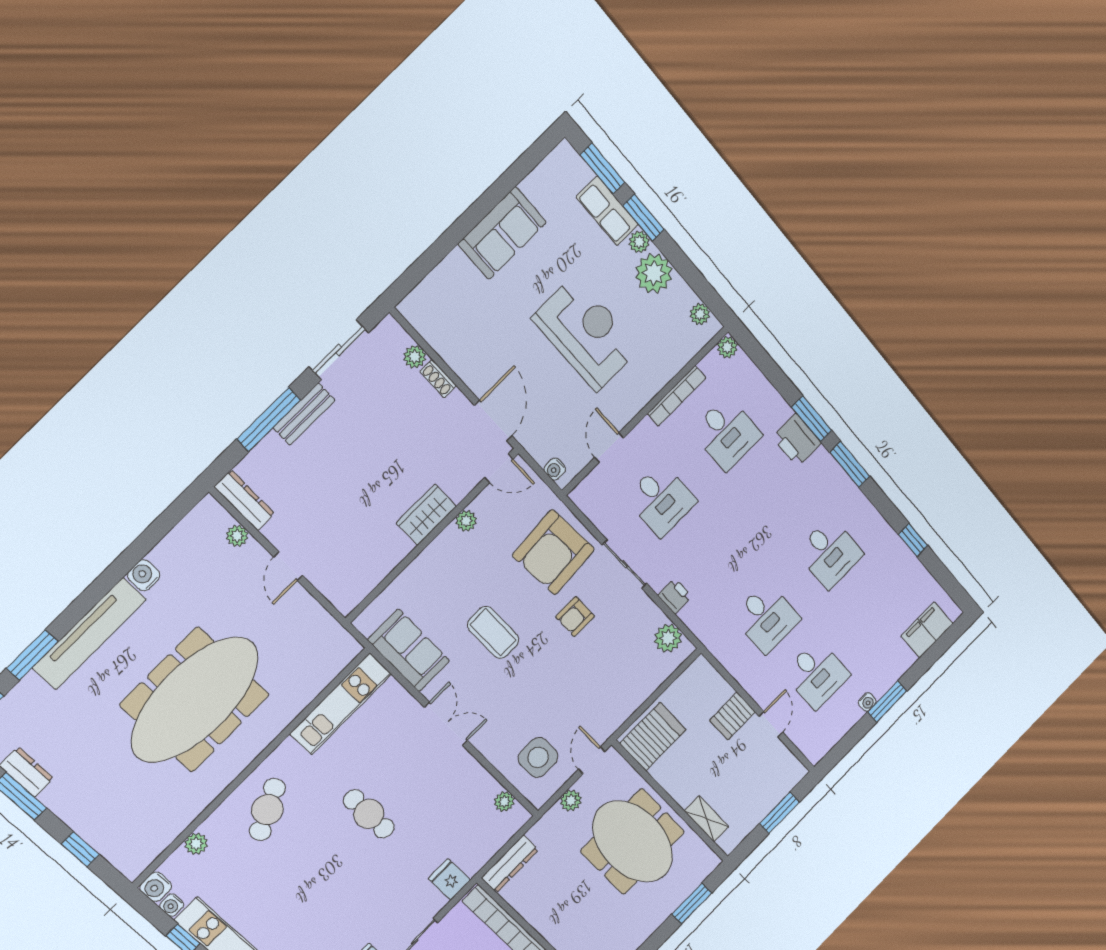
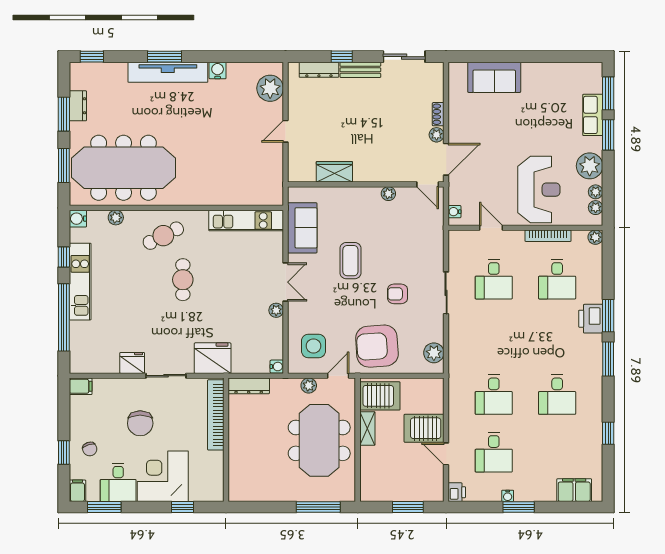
sofa: (502, 233) -> (494, 77), moved
plant: (639, 242) -> (596, 192), moved
reception desk: (586, 333) -> (539, 190), moved
plant: (415, 357) -> (437, 135), moved
window: (269, 420) -> (342, 57), width x0.46
door: (609, 448) -> (491, 228), hinge flipped
dresser: (244, 500) -> (319, 70), moved, turned 90
wardrobe: (426, 515) -> (334, 172), moved
plant: (237, 536) -> (270, 88), width x1.88, depth x1.88
armchair: (553, 552) -> (377, 346), moved
printer: (675, 596) -> (457, 492), moved
window: (32, 655) -> (165, 57), moved
meeting table: (195, 700) -> (124, 168), moved
server rack: (733, 716) -> (424, 428), width x1.36, depth x1.44
door: (771, 724) -> (446, 454), swing flipped
plant: (504, 802) -> (276, 310), moved
cafe table: (369, 814) -> (183, 280), moved
shelving: (707, 819) -> (367, 428), moved
window: (80, 849) -> (64, 166), width x1.50
fridge: (449, 879) -> (213, 358), width x1.88, depth x1.34
window: (692, 904) -> (318, 507), width x1.44
water cooler: (172, 905) -> (277, 367), moved, turned 180

